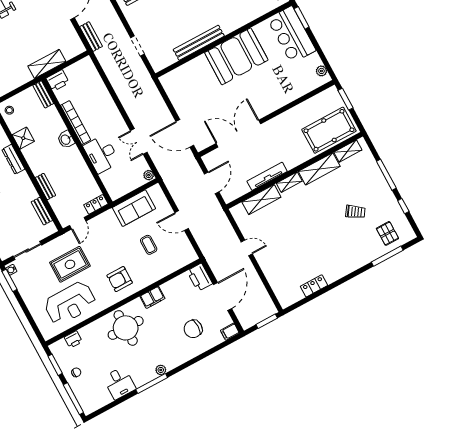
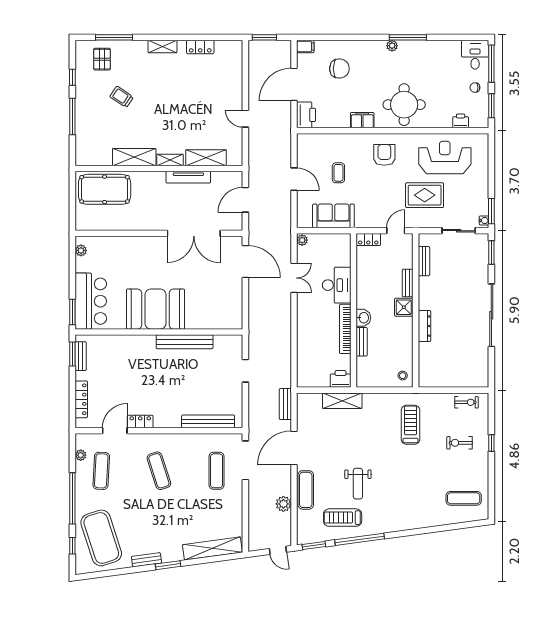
bench: (43, 94) -> (362, 342), moved
window: (345, 99) -> (72, 211), removed
shower: (23, 138) -> (404, 307), moved
shelving: (348, 151) -> (162, 47), moved
armchair: (120, 279) -> (384, 155), turned -90
desk: (119, 383) -> (475, 55), moved

